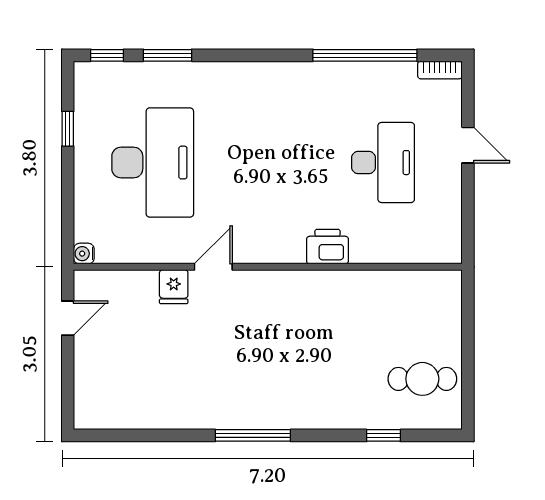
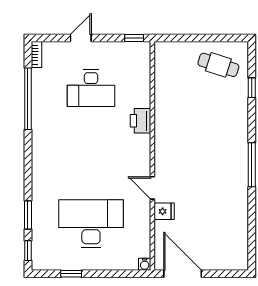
desk: (383, 163) -> (91, 88), turned 180
window: (468, 236) -> (134, 38), added
door: (68, 318) -> (183, 274), width x1.87
cafe table: (422, 379) -> (218, 65), turned -72

